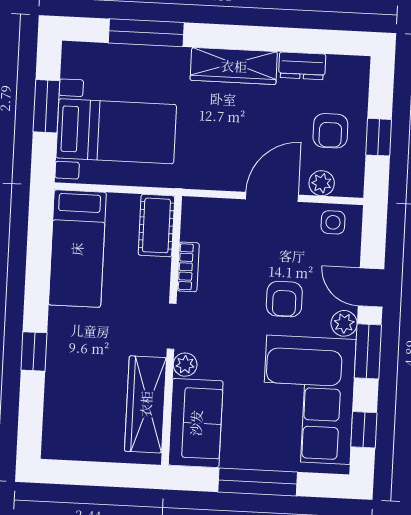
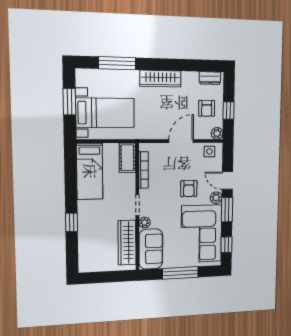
dresser: (302, 66) -> (210, 78), moved
plant: (322, 183) -> (217, 133), moved
bookcase: (188, 267) -> (144, 170), width x1.56

